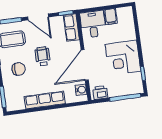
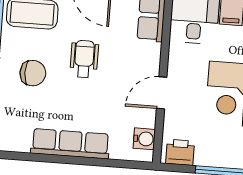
door: (85, 65) -> (162, 93), width x0.53

